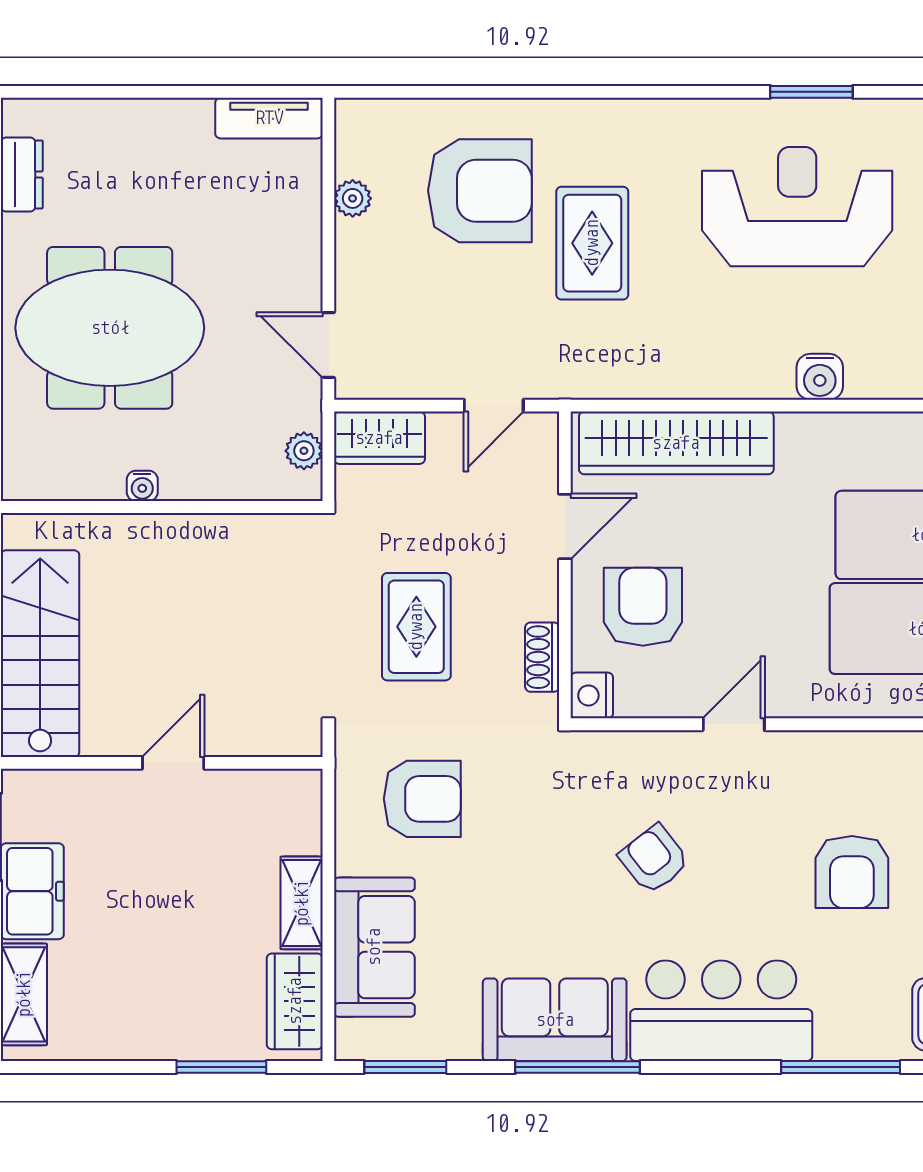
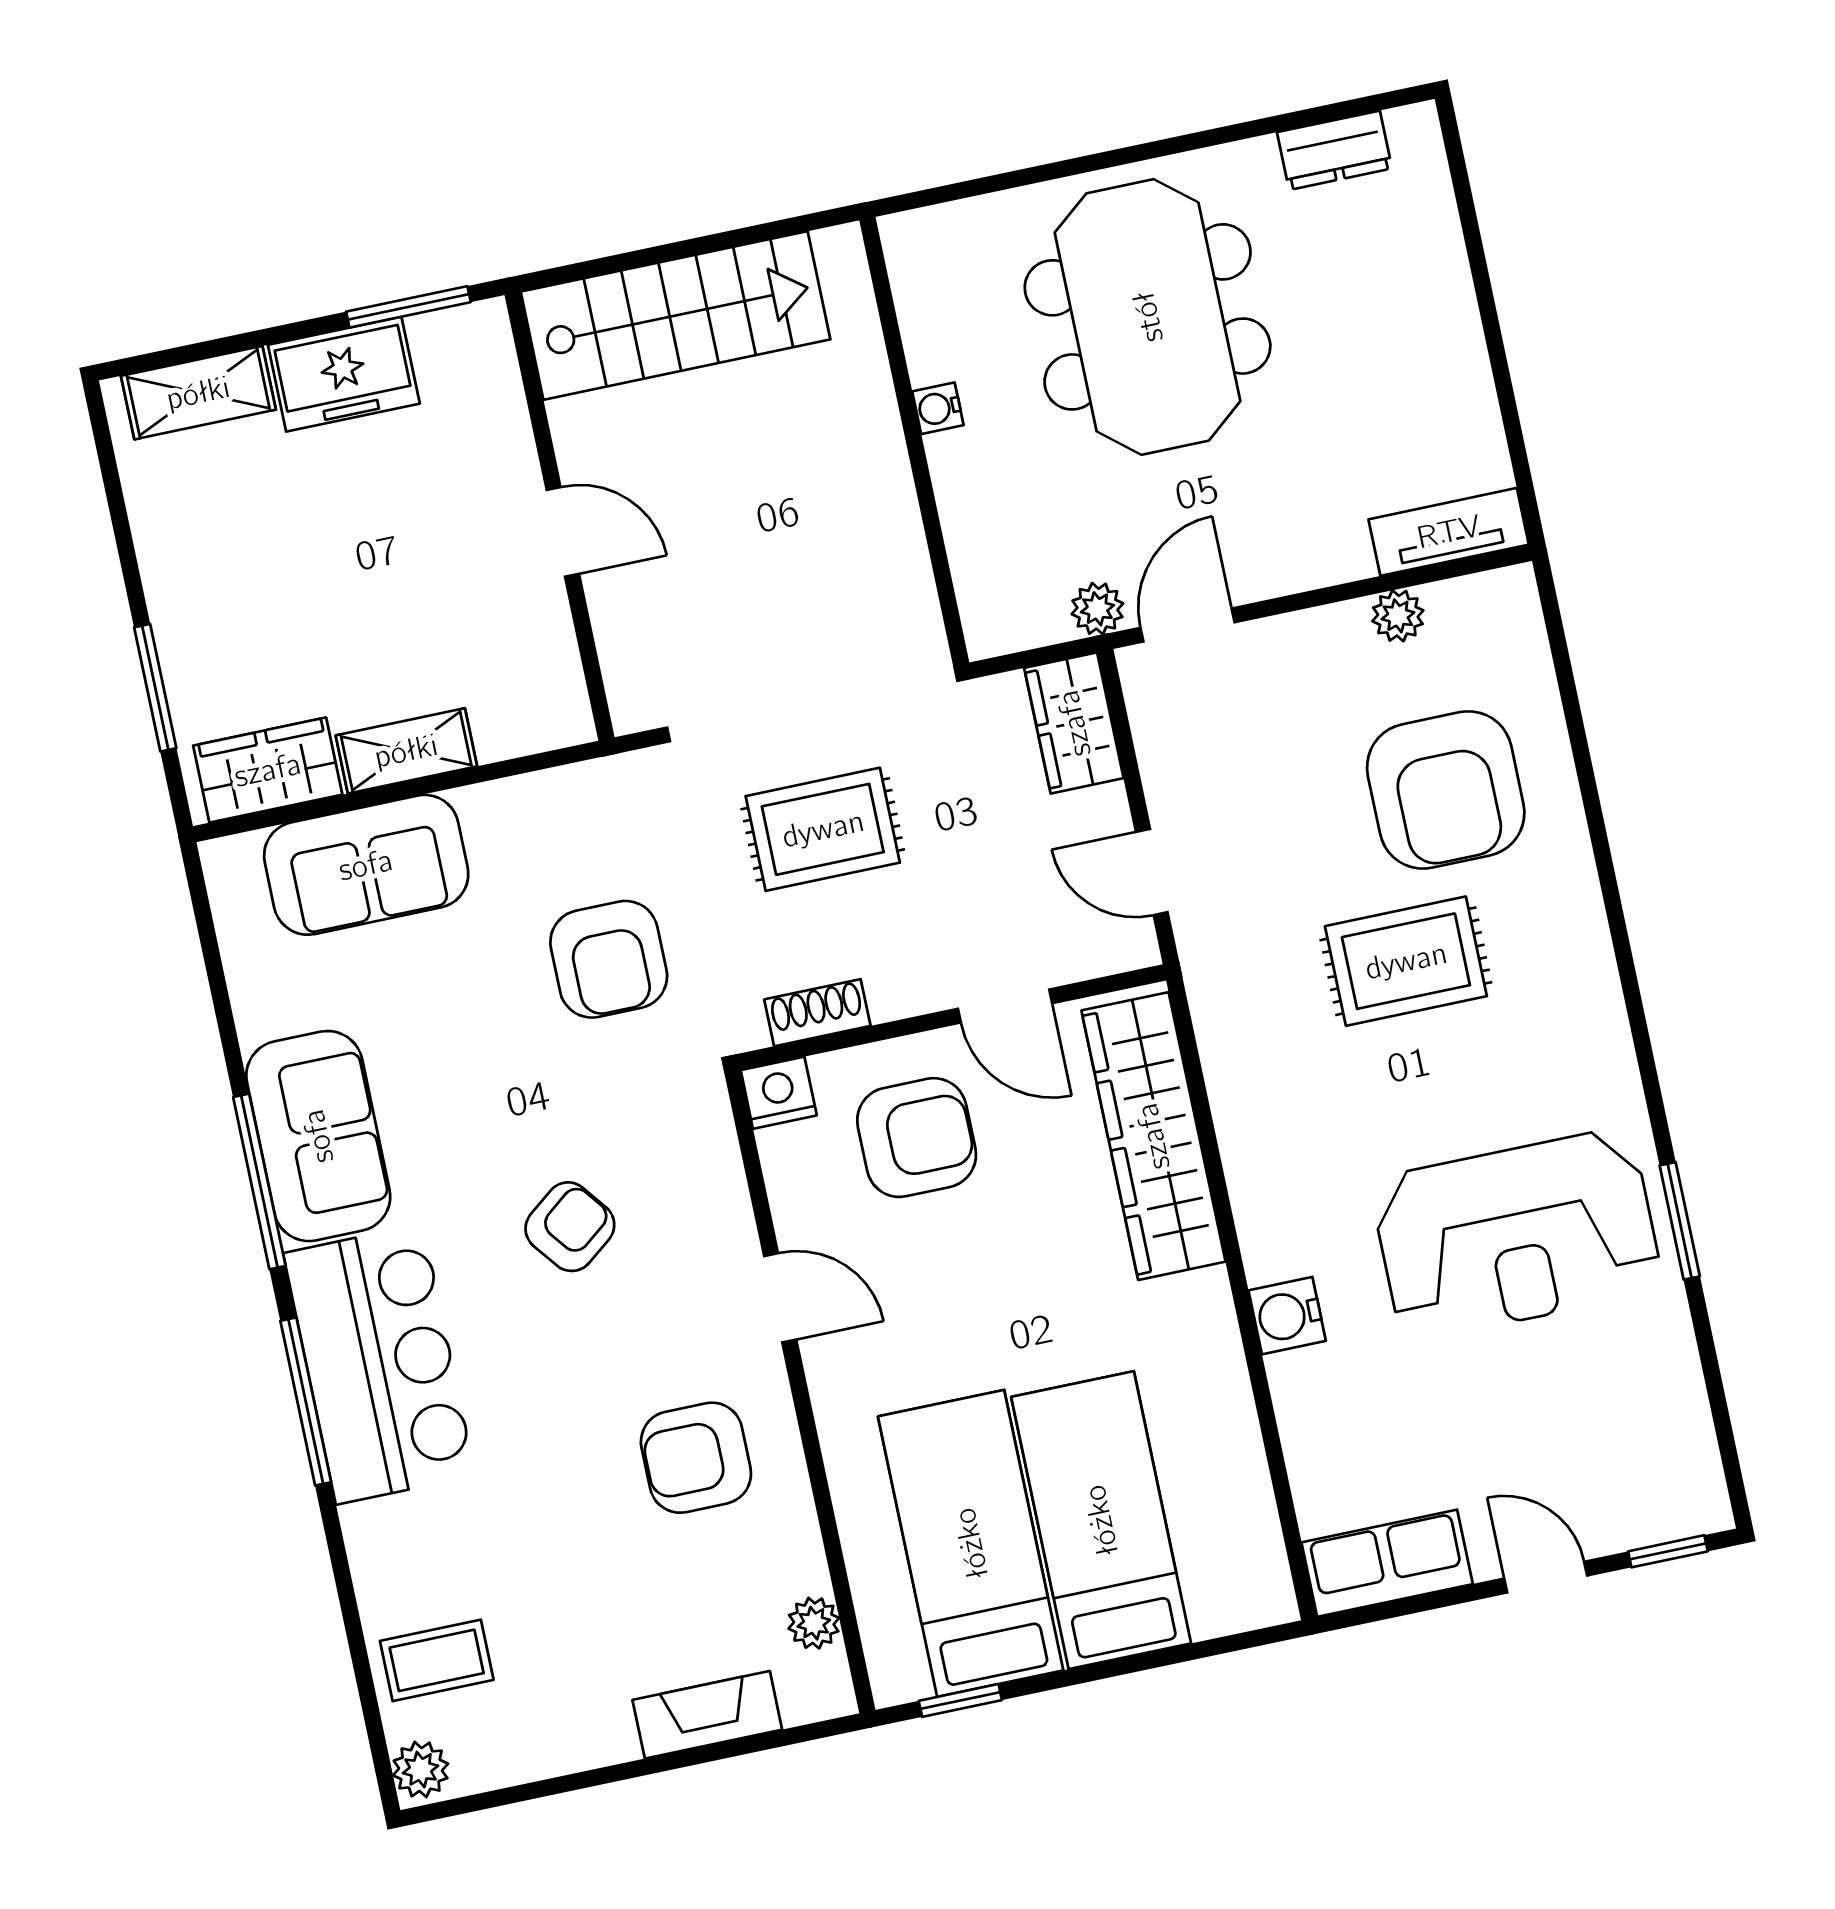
tv unit: (269, 118) -> (1449, 532), moved, turned 90
reception desk: (797, 207) -> (1517, 1235), turned 90
plant: (304, 451) -> (1097, 609), moved
armchair: (422, 799) -> (609, 959), moved
armchair: (852, 872) -> (696, 1458), moved
window: (405, 1067) -> (209, 943), removed
window: (841, 1067) -> (306, 1401), moved

